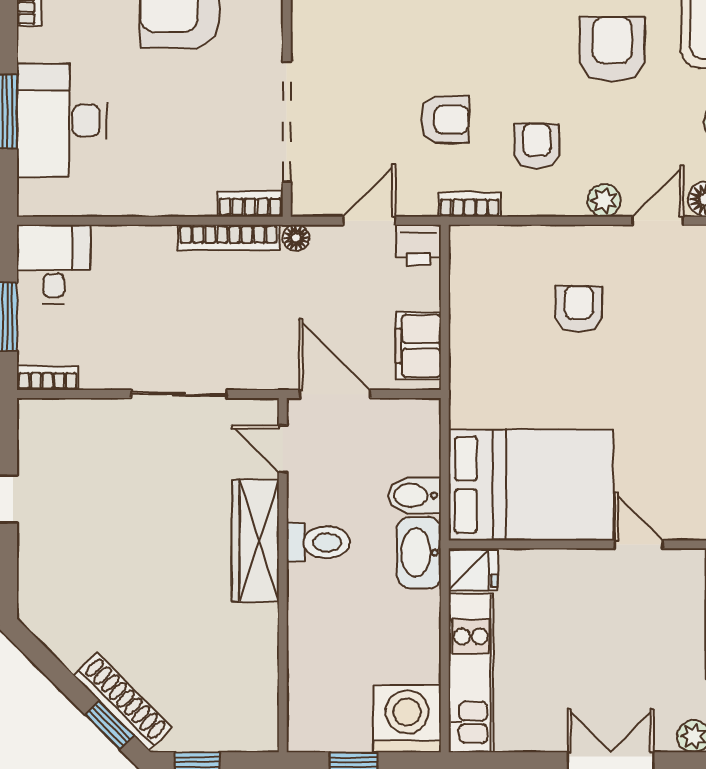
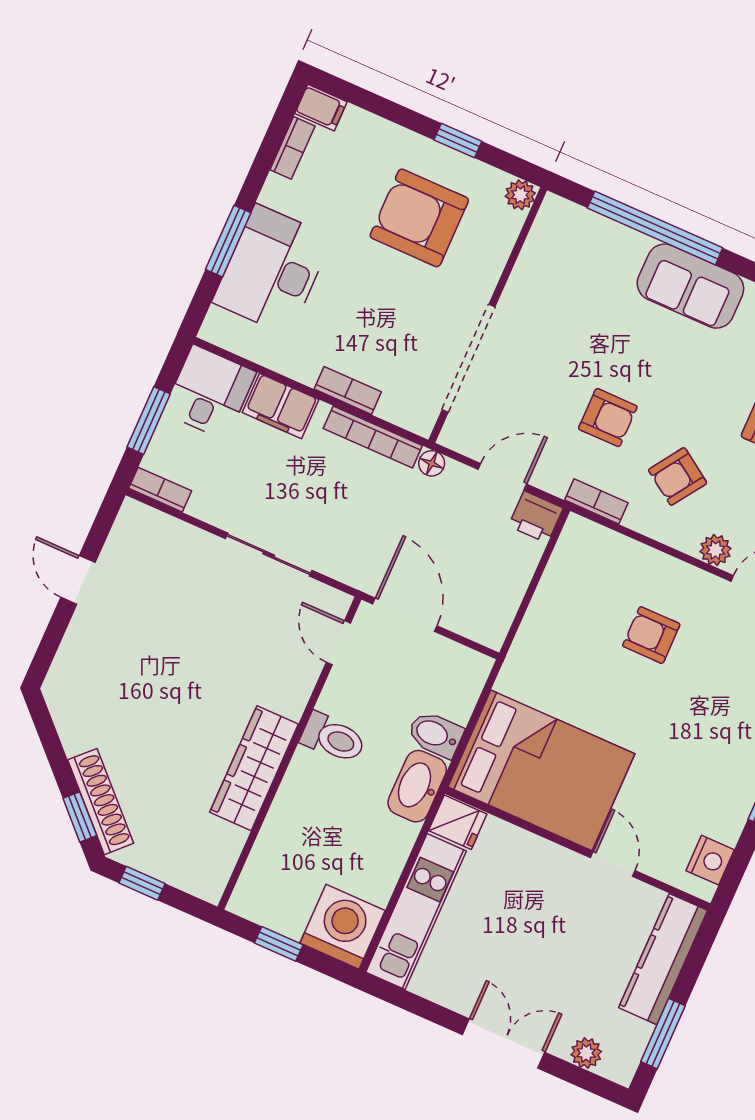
armchair: (537, 146) -> (678, 477), turned -146
bookcase: (250, 204) -> (348, 390), moved
armchair: (579, 309) -> (651, 635), turned -90
filing cabinet: (418, 346) -> (281, 406), moved, turned -90
wardrobe: (255, 541) -> (254, 768), moved

